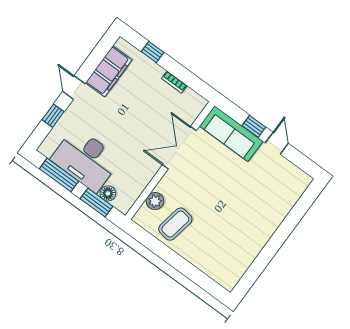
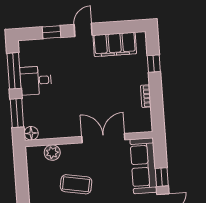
desk: (86, 159) -> (36, 80), width x0.53, depth x0.77
floor lamp: (108, 193) -> (31, 133), moved
coffee table: (175, 224) -> (76, 184), moved

